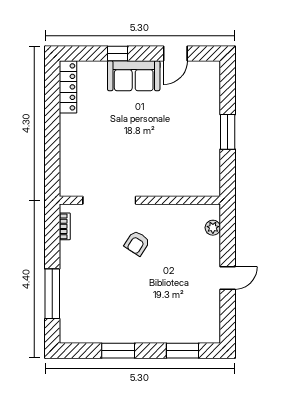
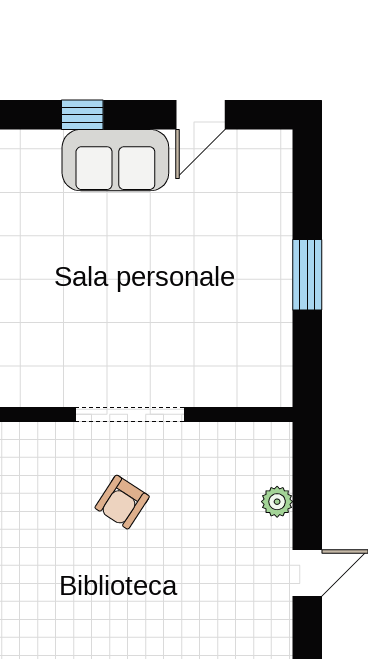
doorway: (109, 200) -> (130, 414), moved
plant: (213, 228) -> (277, 502), moved

